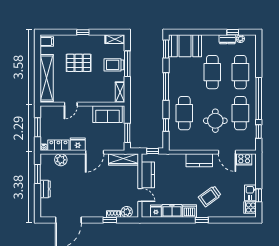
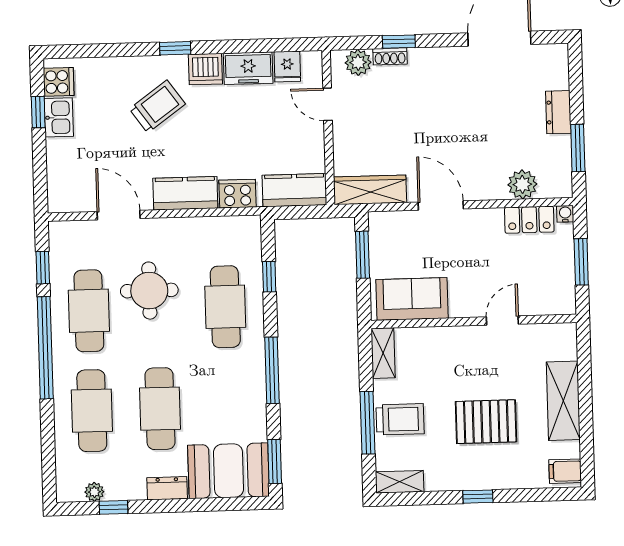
dresser: (227, 39) -> (167, 488), moved
shelving: (47, 78) -> (563, 401), width x0.68
fridge: (78, 144) -> (482, 223), removed
window: (153, 151) -> (300, 212), removed
door: (95, 152) -> (441, 205), hinge flipped
cooker: (244, 159) -> (238, 194), moved
kitchen counter: (148, 175) -> (294, 190), moved, turned 90

